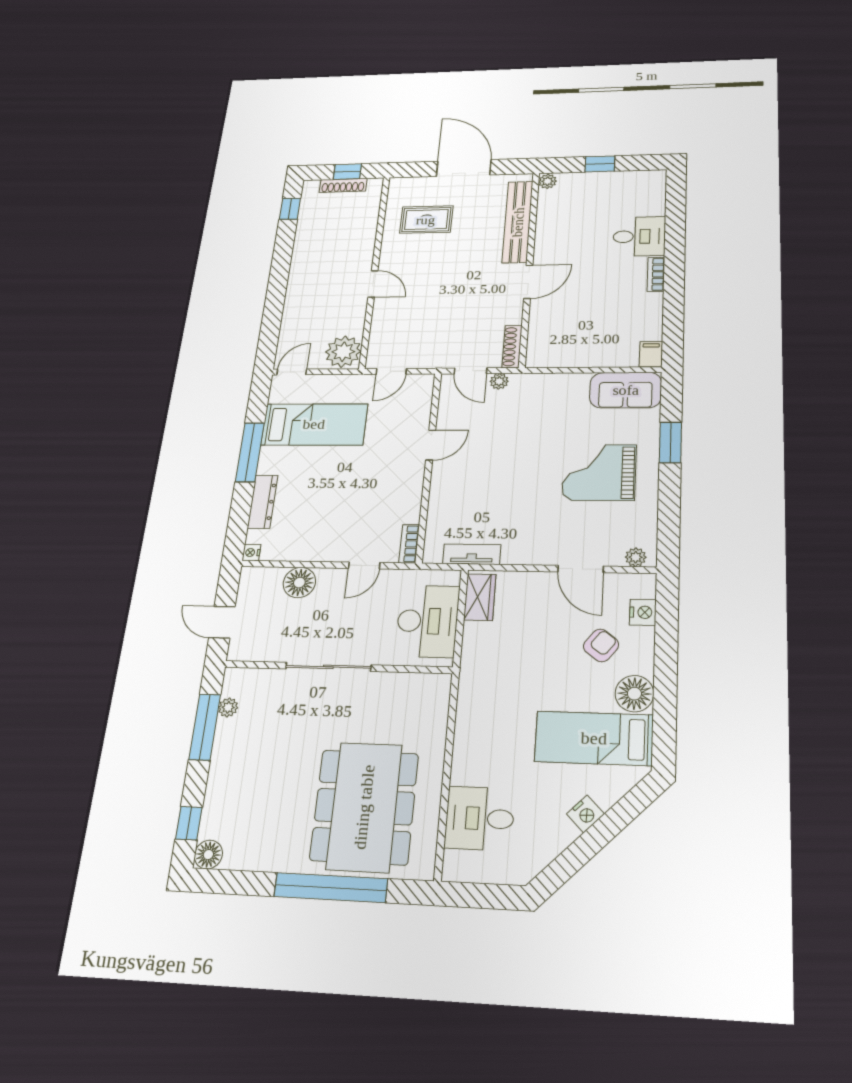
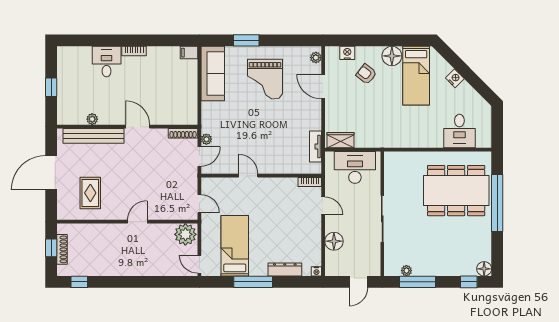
plant: (548, 181) -> (92, 119), moved
sofa: (626, 390) -> (213, 74), width x1.36
door: (581, 569) -> (323, 87), swing flipped

